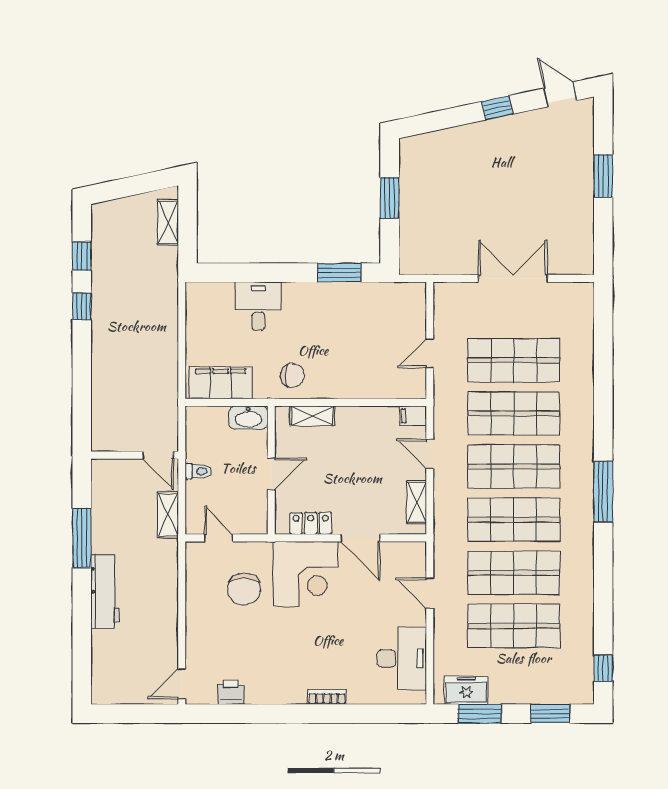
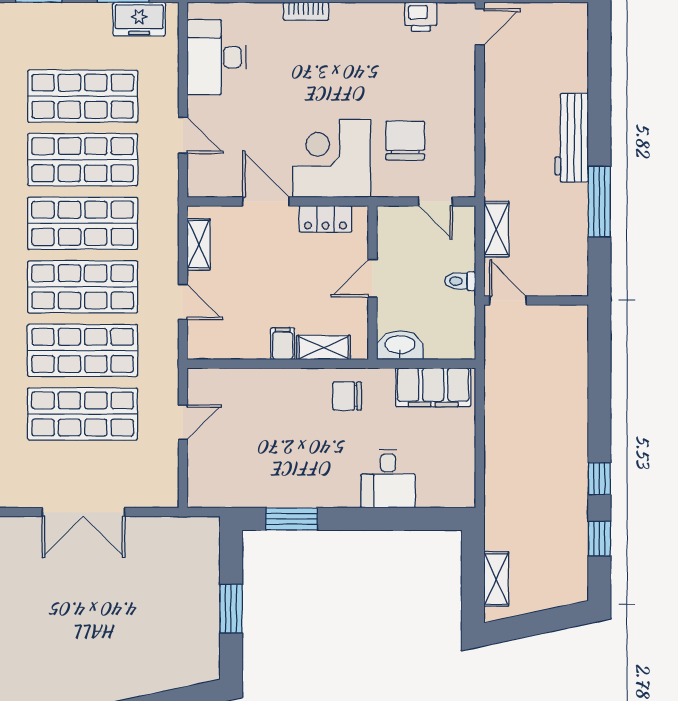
filing cabinet: (413, 416) -> (283, 344), moved, turned -90

